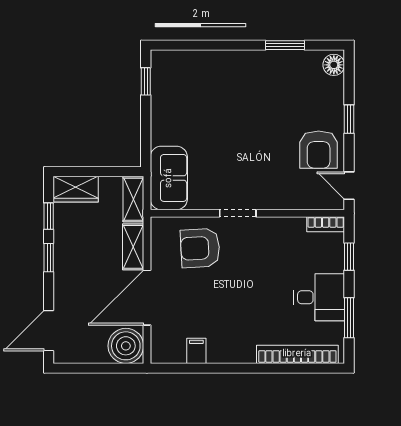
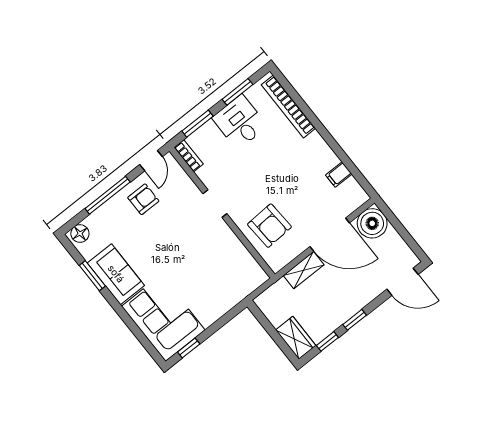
corner sofa: (193, 80) -> (163, 318), added
window: (349, 119) -> (108, 195), width x2.17
armchair: (319, 150) -> (143, 199), width x0.72, depth x0.72
sofa: (169, 178) -> (116, 274), moved, turned 90
shelving: (133, 199) -> (272, 295), removed
doorway: (238, 213) -> (215, 204), moved
window: (349, 257) -> (198, 124), width x1.50

